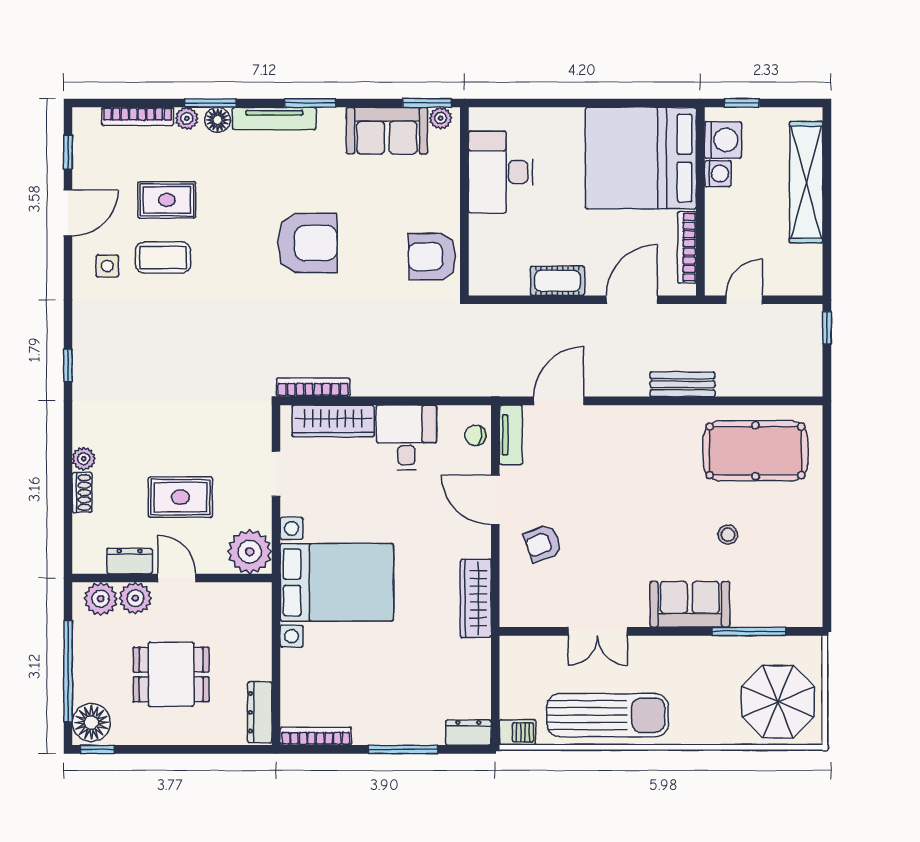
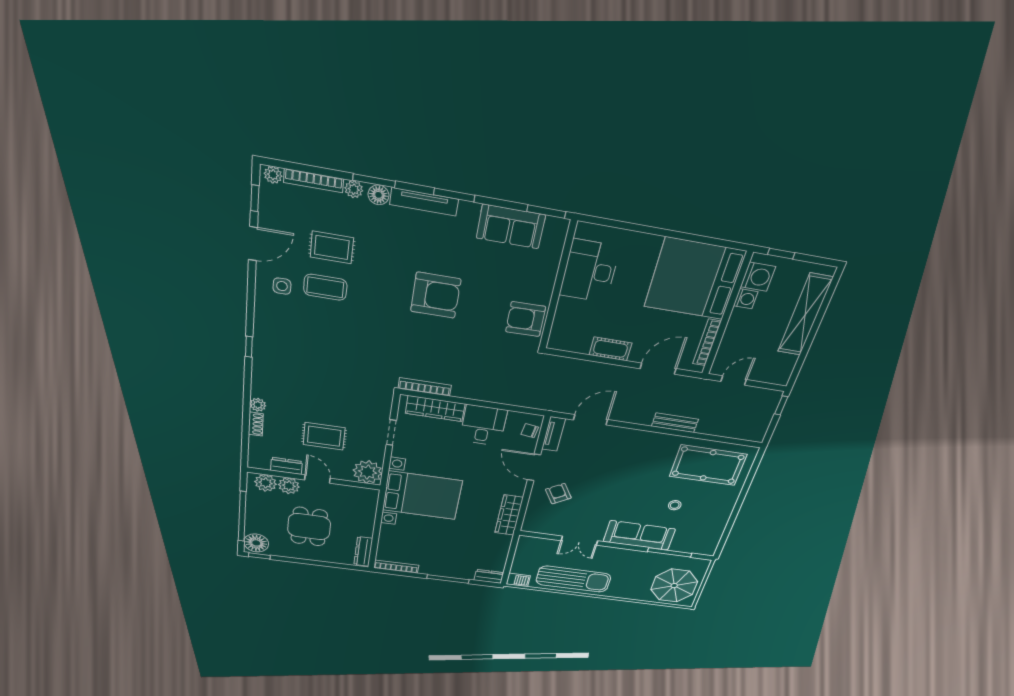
plant: (441, 118) -> (273, 175), moved
armchair: (543, 543) -> (558, 494), turned 78
sofa: (690, 604) -> (639, 535), width x1.36
dining table: (171, 675) -> (309, 527), turned 90

